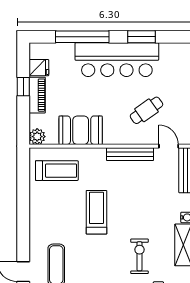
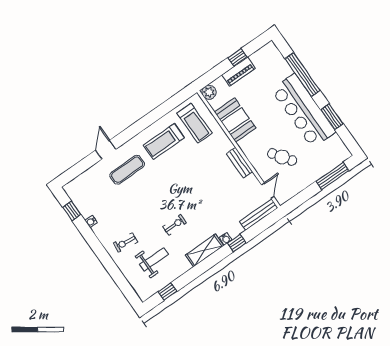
fridge: (39, 68) -> (259, 59), removed
bench: (130, 154) -> (240, 163), width x0.73
treadmill: (96, 212) -> (164, 141), moved, turned 180
exercise bike: (139, 256) -> (175, 225), width x0.73, depth x0.72

